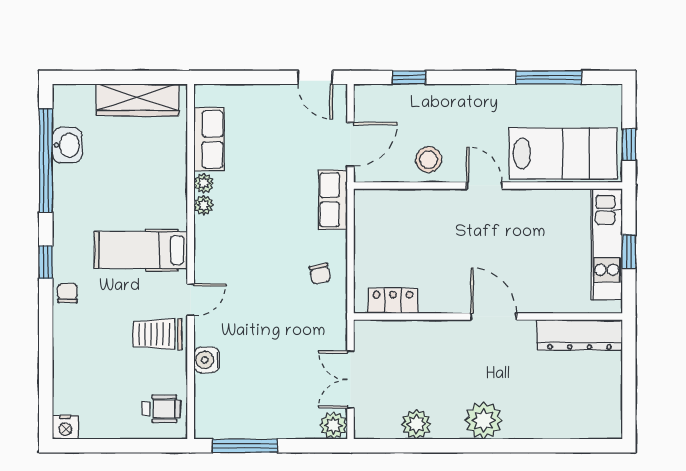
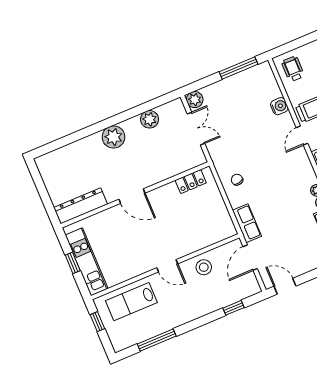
lab bench: (563, 154) -> (131, 302), width x0.73, depth x0.72
wheelchair: (161, 409) -> (293, 69), turned 90

